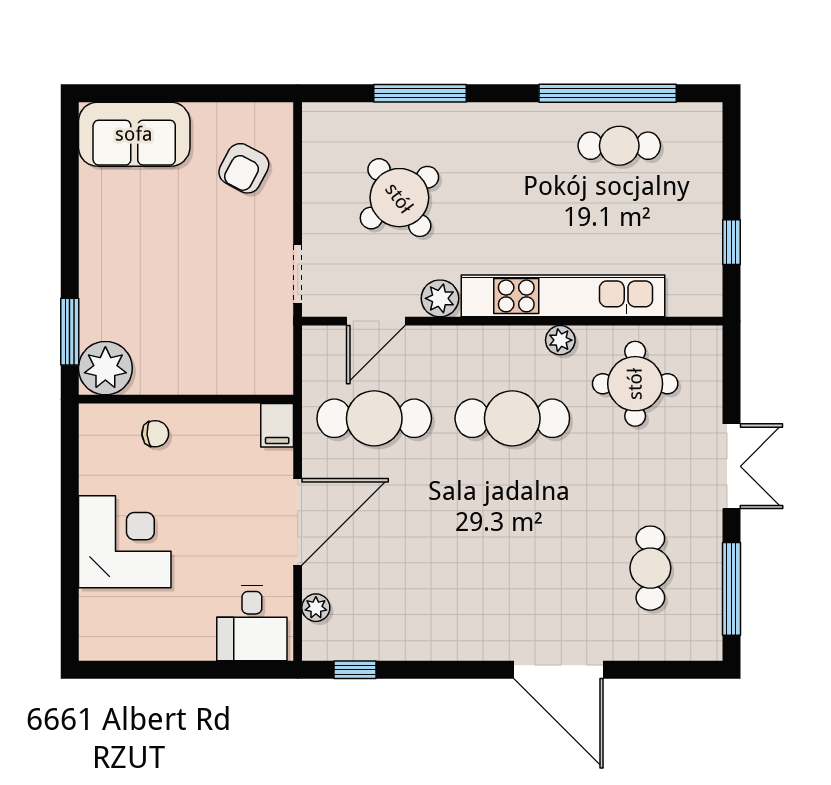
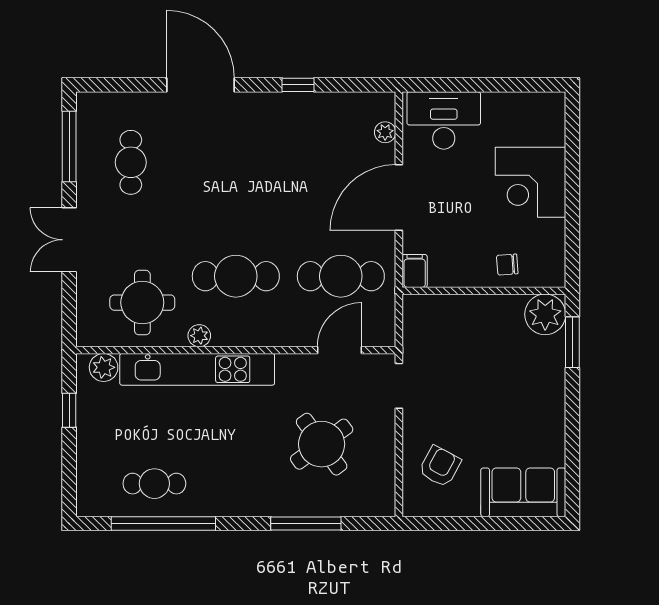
plant: (440, 298) -> (104, 367), moved
desk: (252, 623) -> (444, 120), width x1.37
window: (355, 670) -> (298, 85), moved

